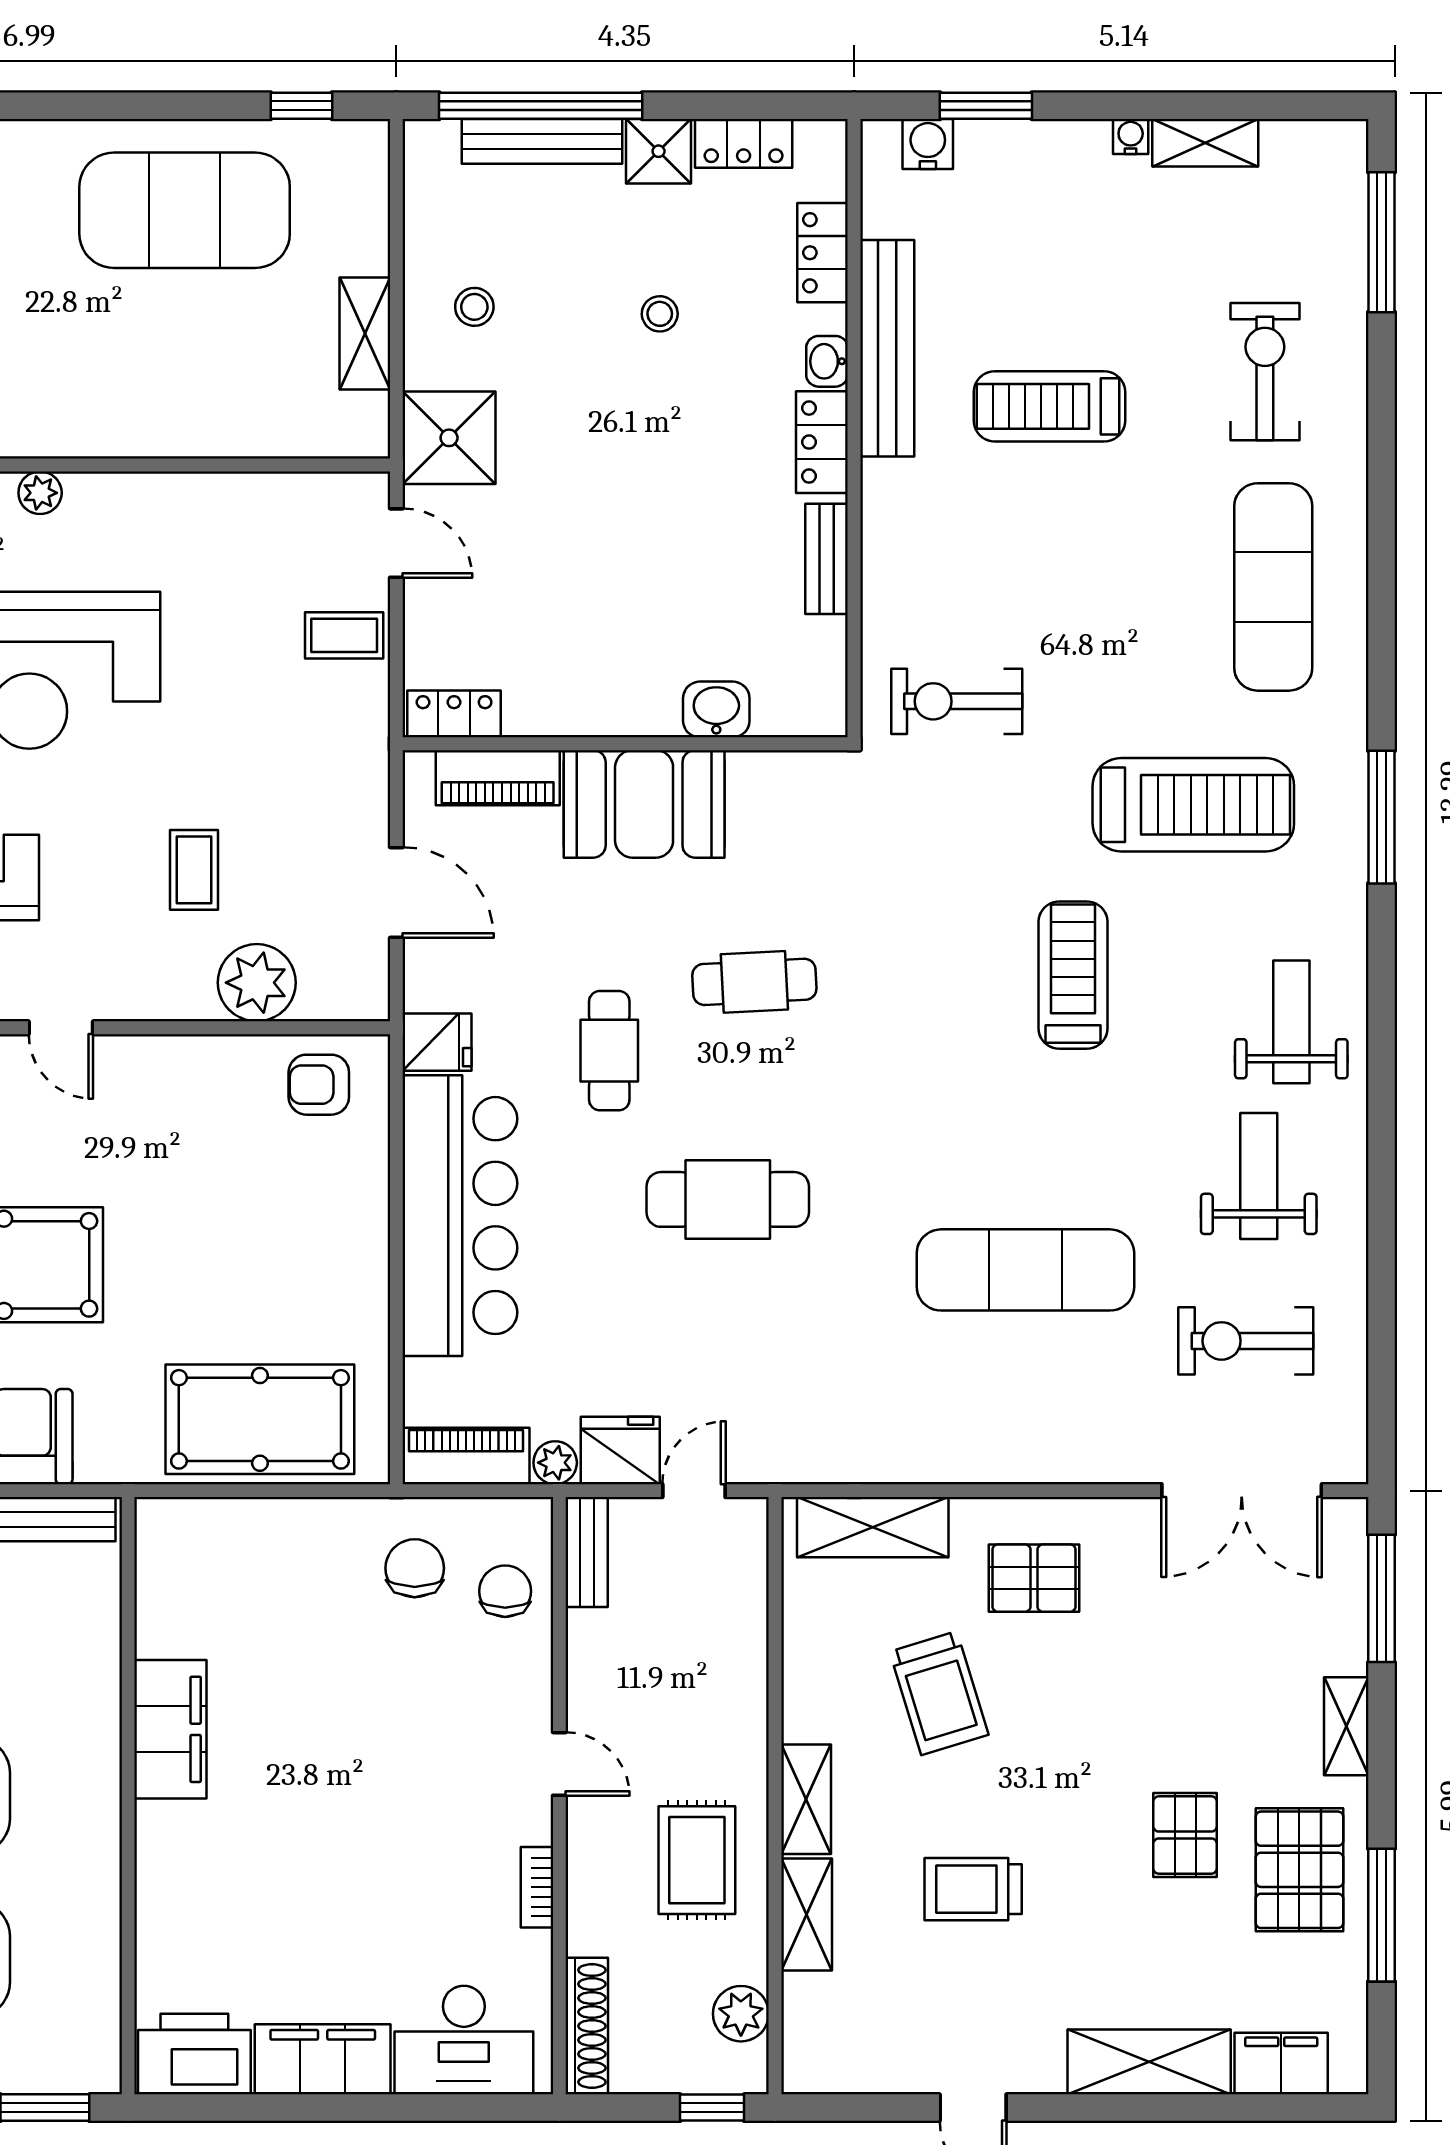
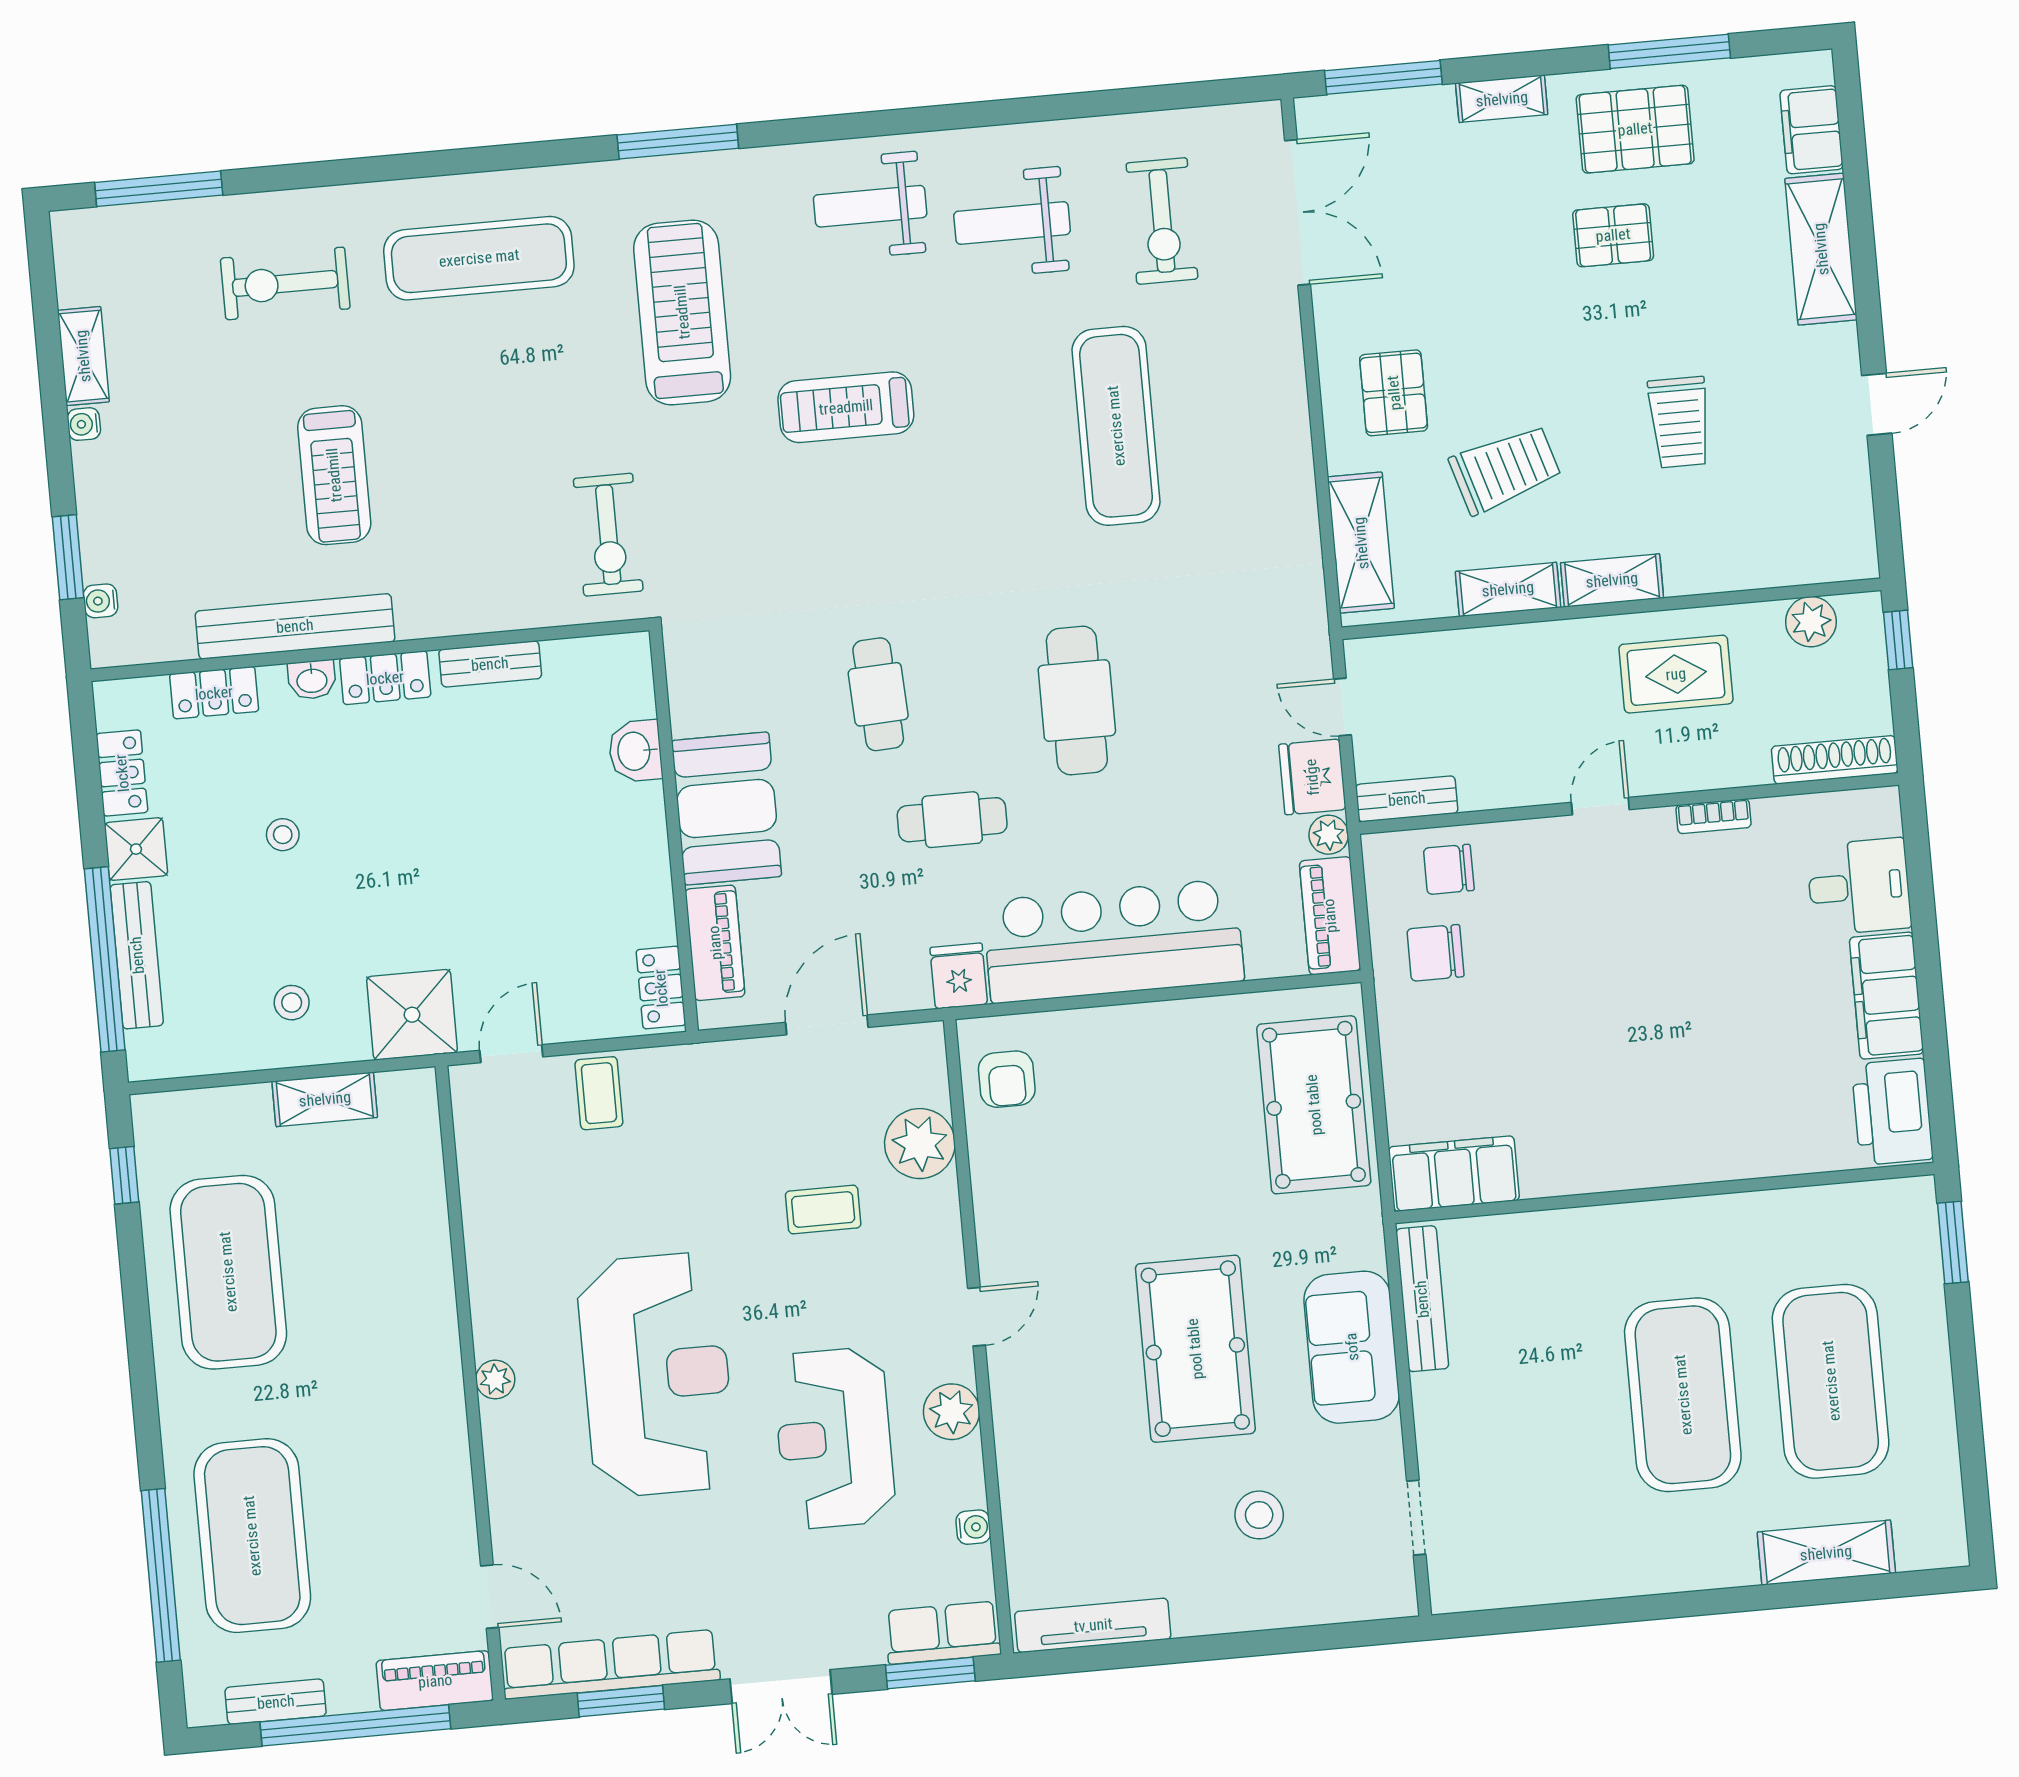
water cooler: (928, 144) -> (101, 601), width x0.72, depth x0.72
filing cabinet: (170, 1729) -> (1454, 1174), moved
shelving: (807, 1914) -> (1508, 589), moved
desk: (464, 2040) -> (1859, 887), width x0.73

